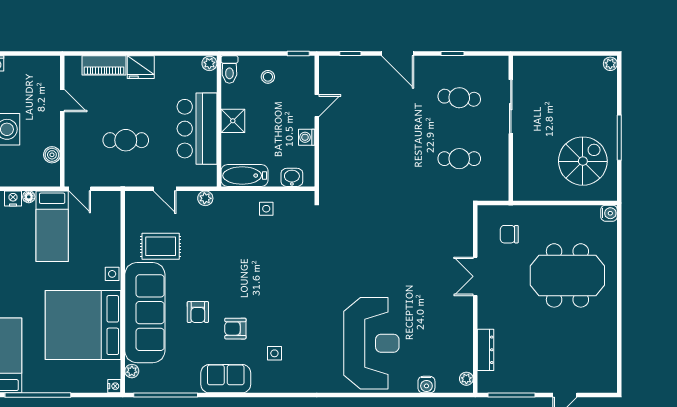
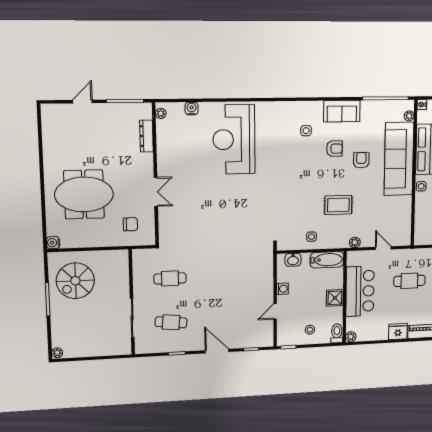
rug: (161, 246) -> (338, 205), moved

